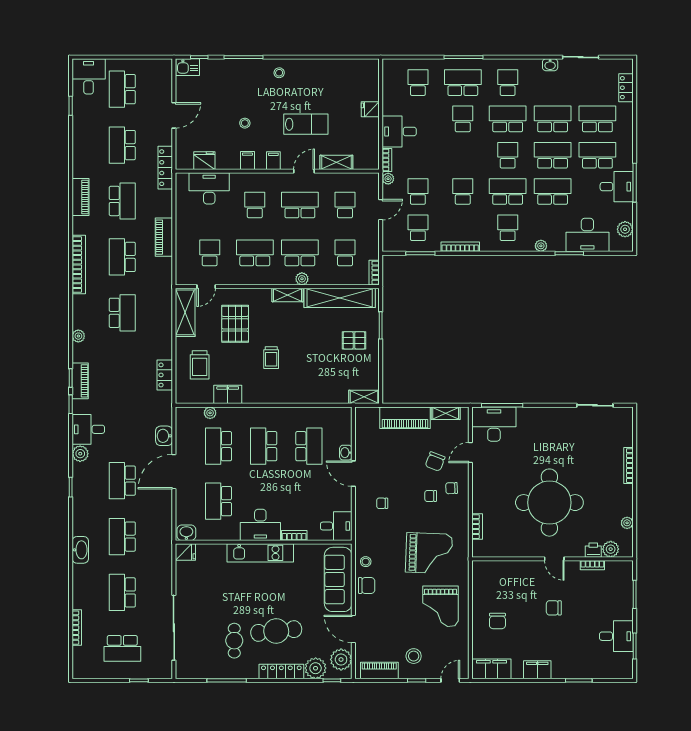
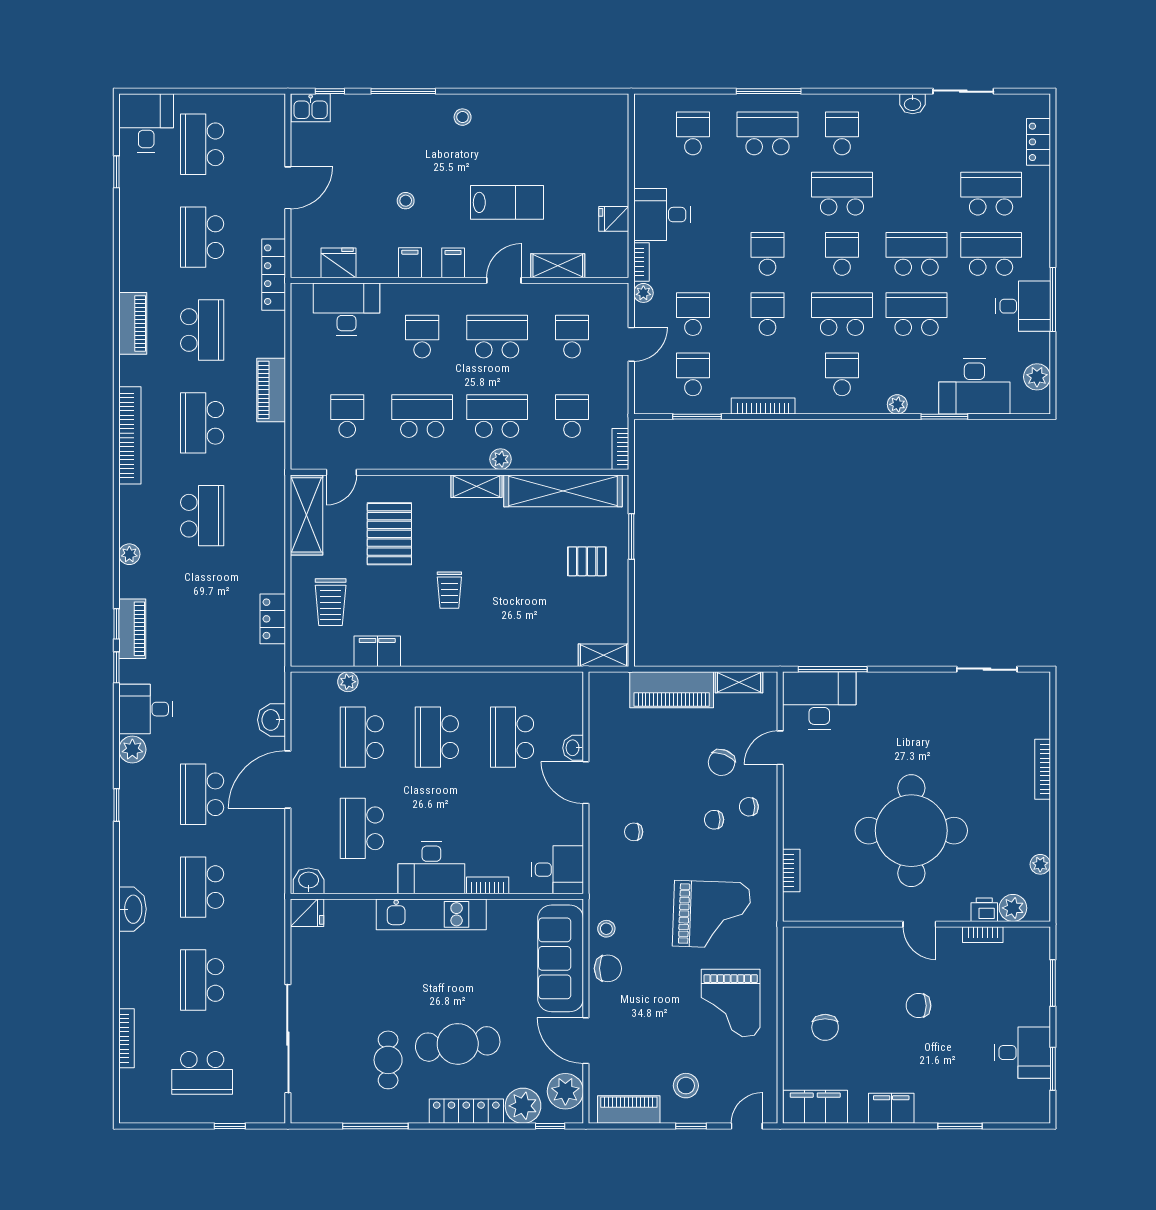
fridge: (370, 109) -> (614, 219), moved
school desk: (463, 119) -> (767, 254), moved
school desk: (553, 119) -> (917, 194), removed
school desk: (309, 446) -> (512, 737), turned 180

